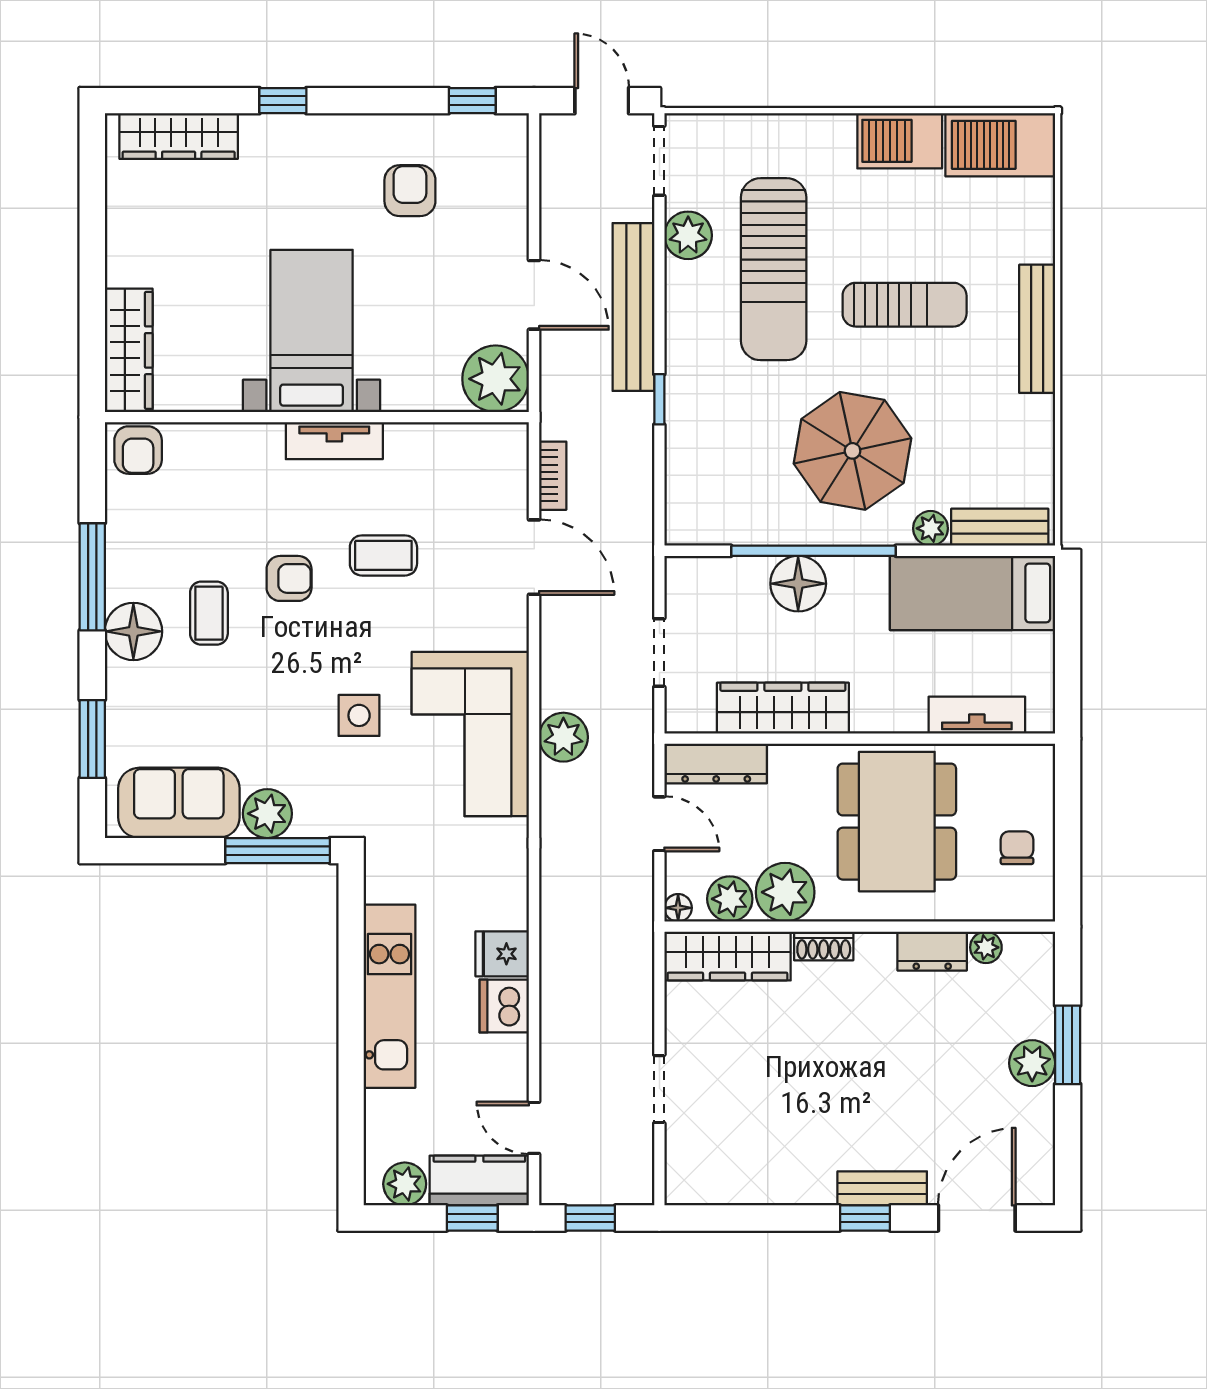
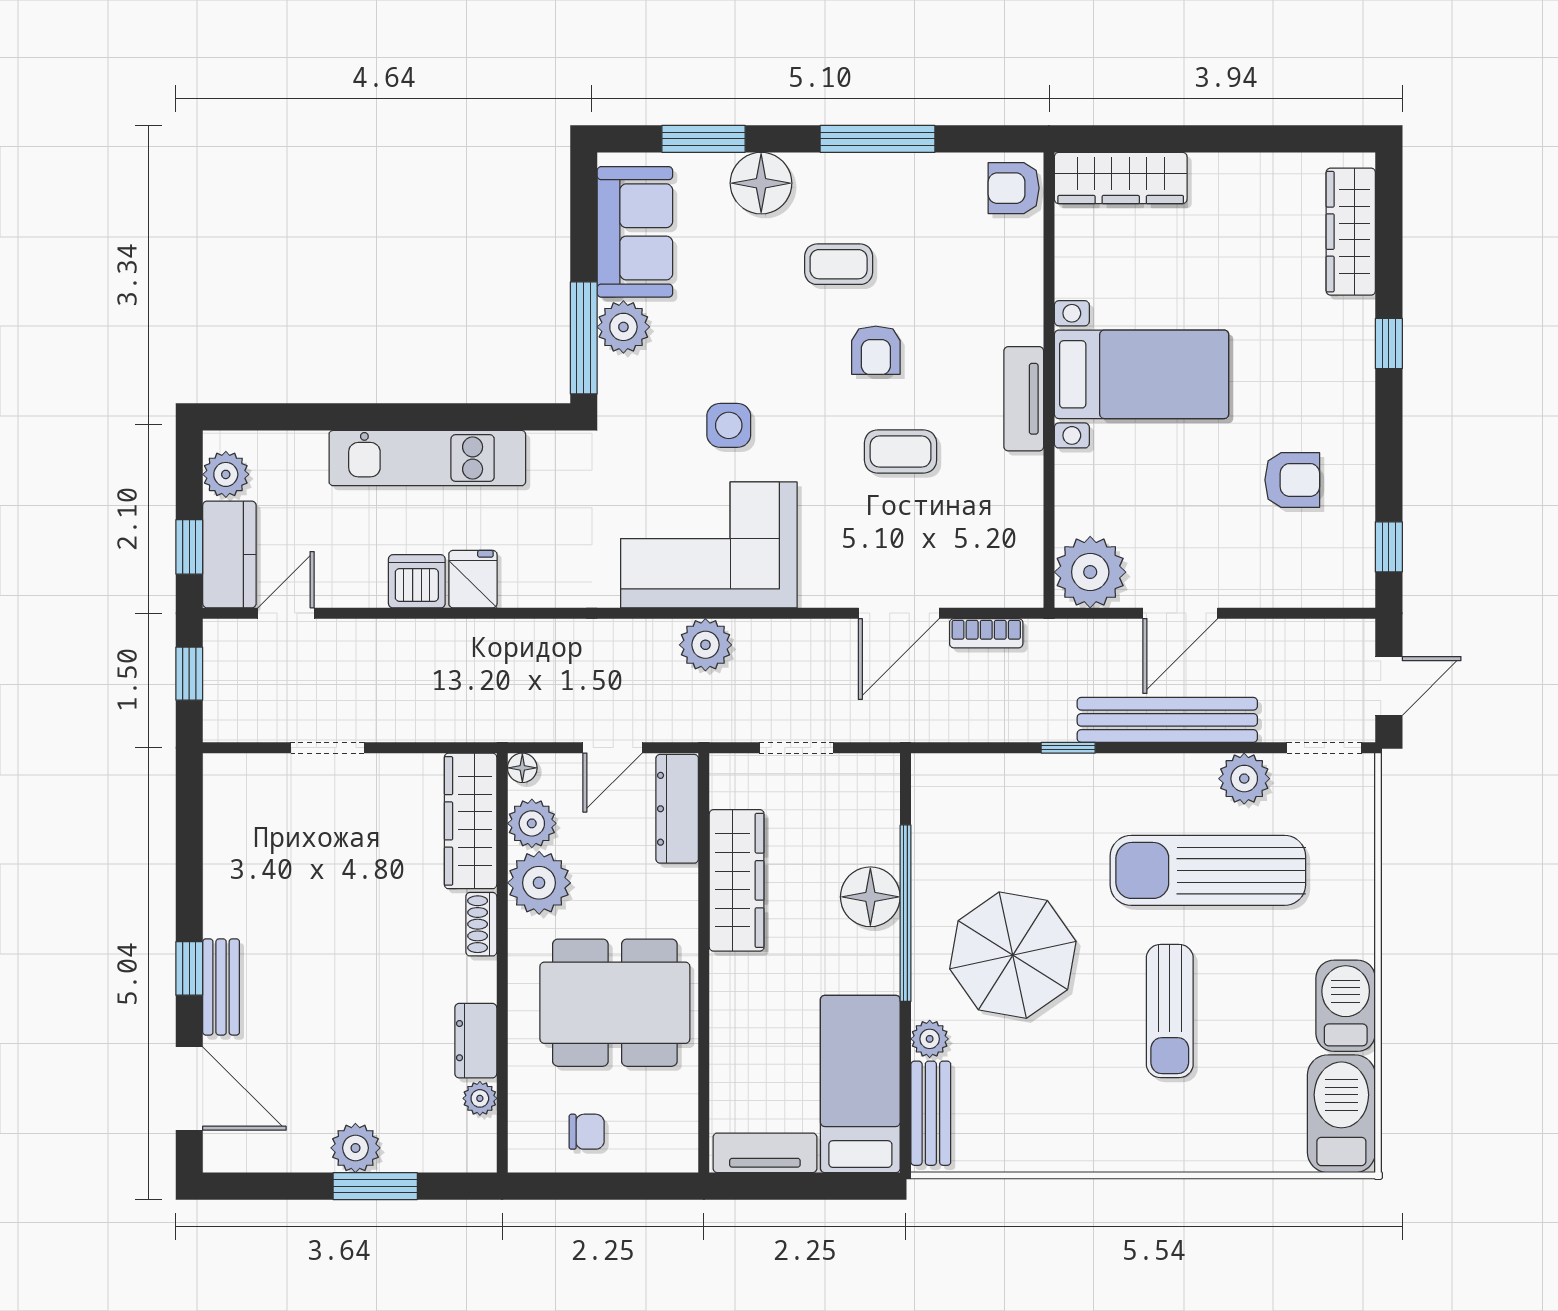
bench: (1037, 329) -> (1144, 1153), removed
coffee table: (383, 555) -> (901, 452), turned 90
floor lamp: (133, 631) -> (761, 183), moved
tv unit: (977, 715) -> (765, 1153), moved, turned -90

